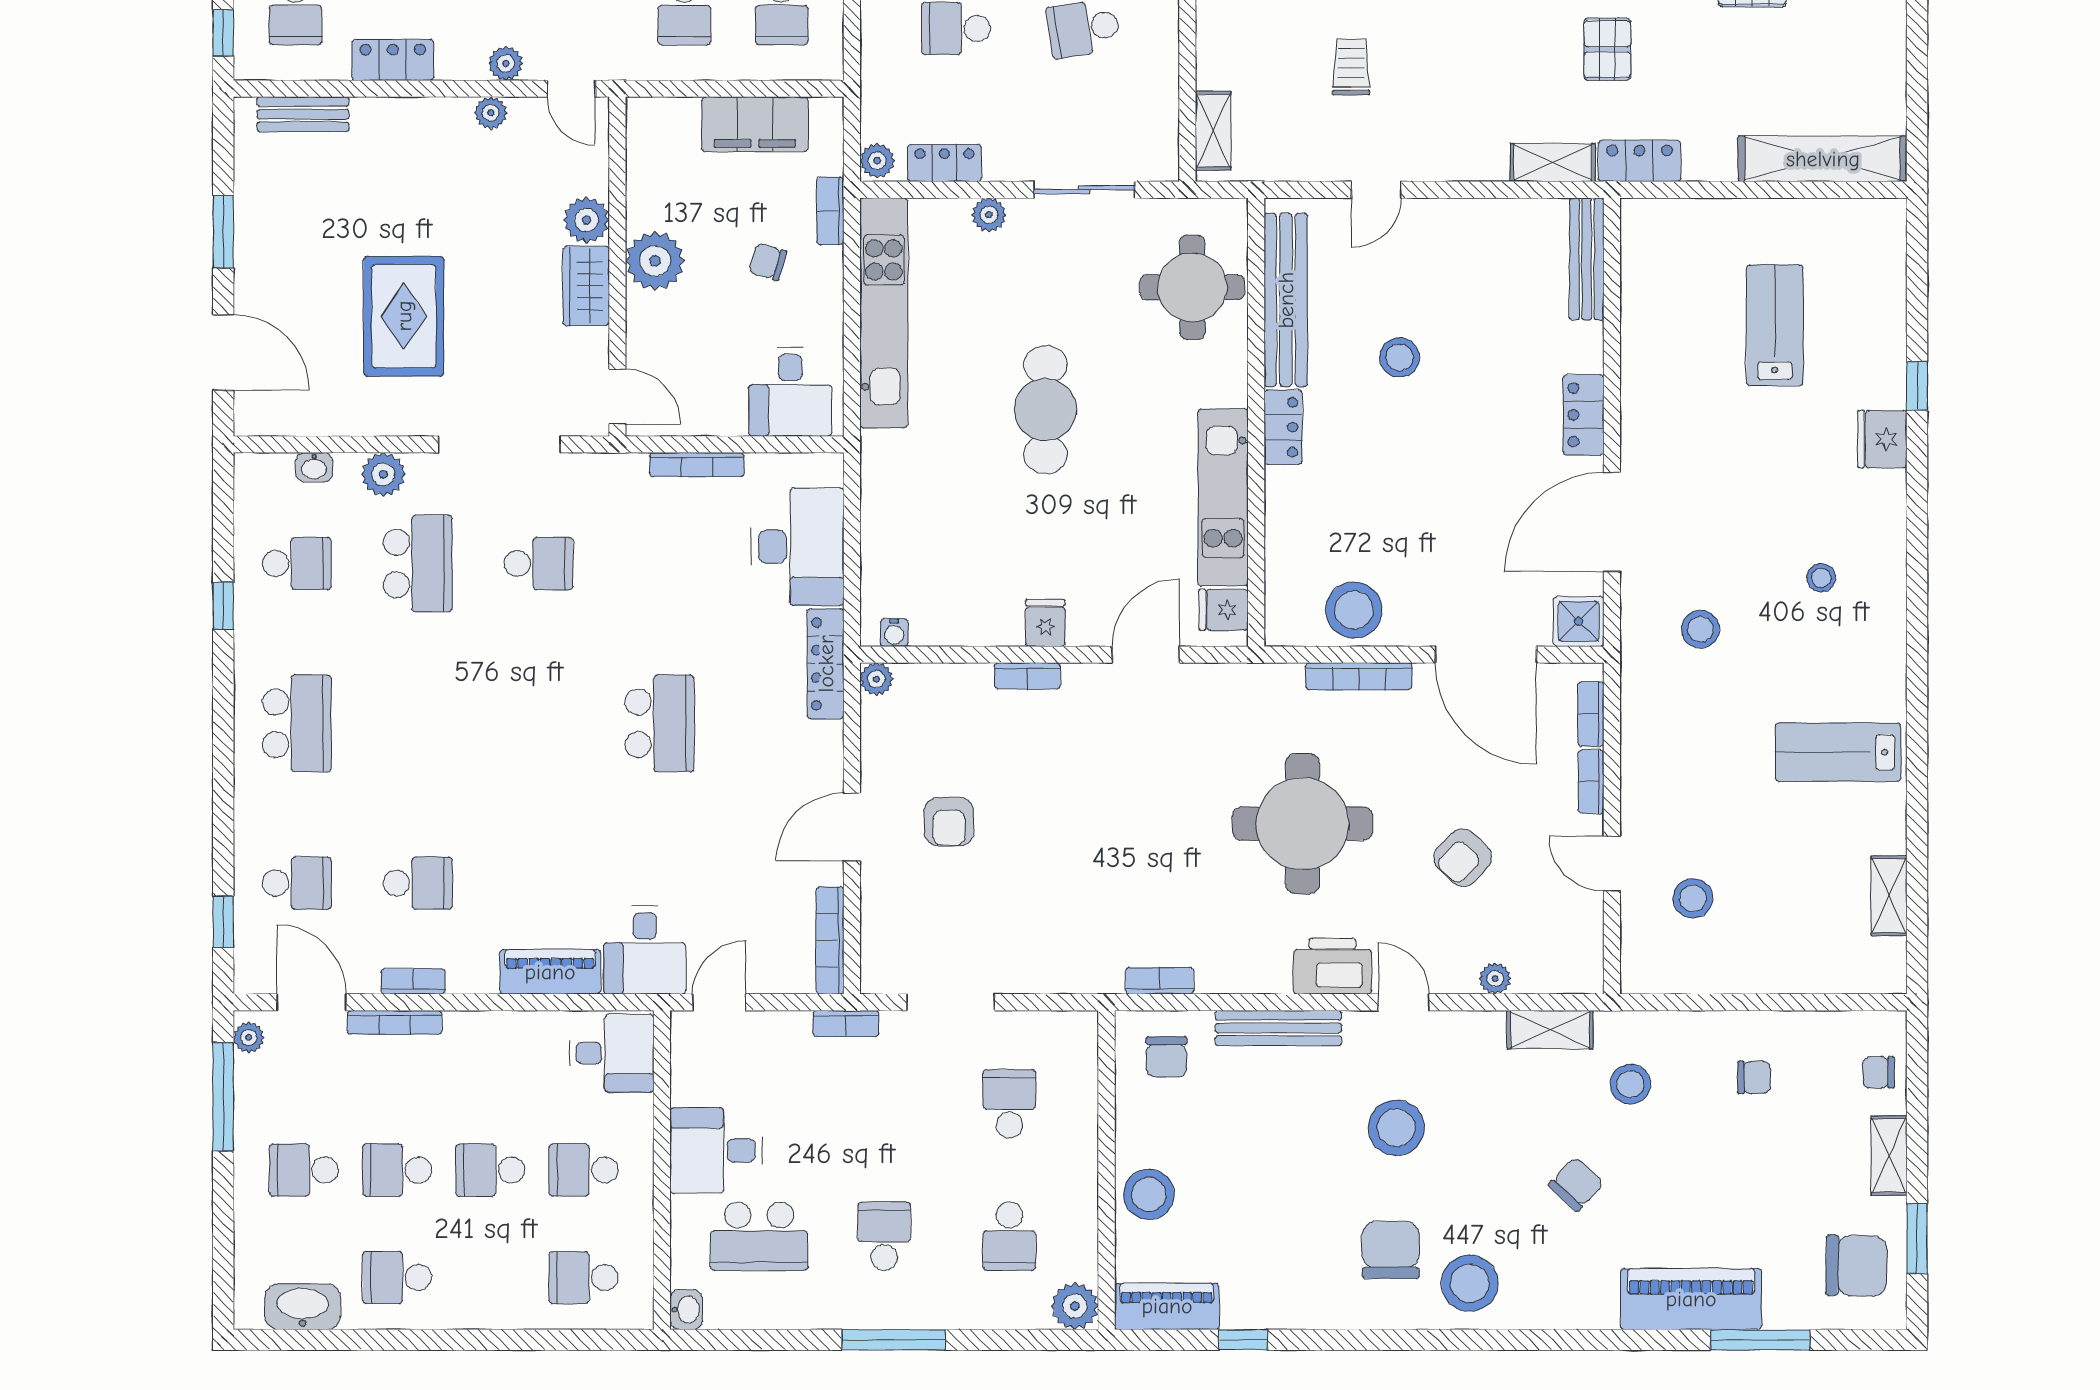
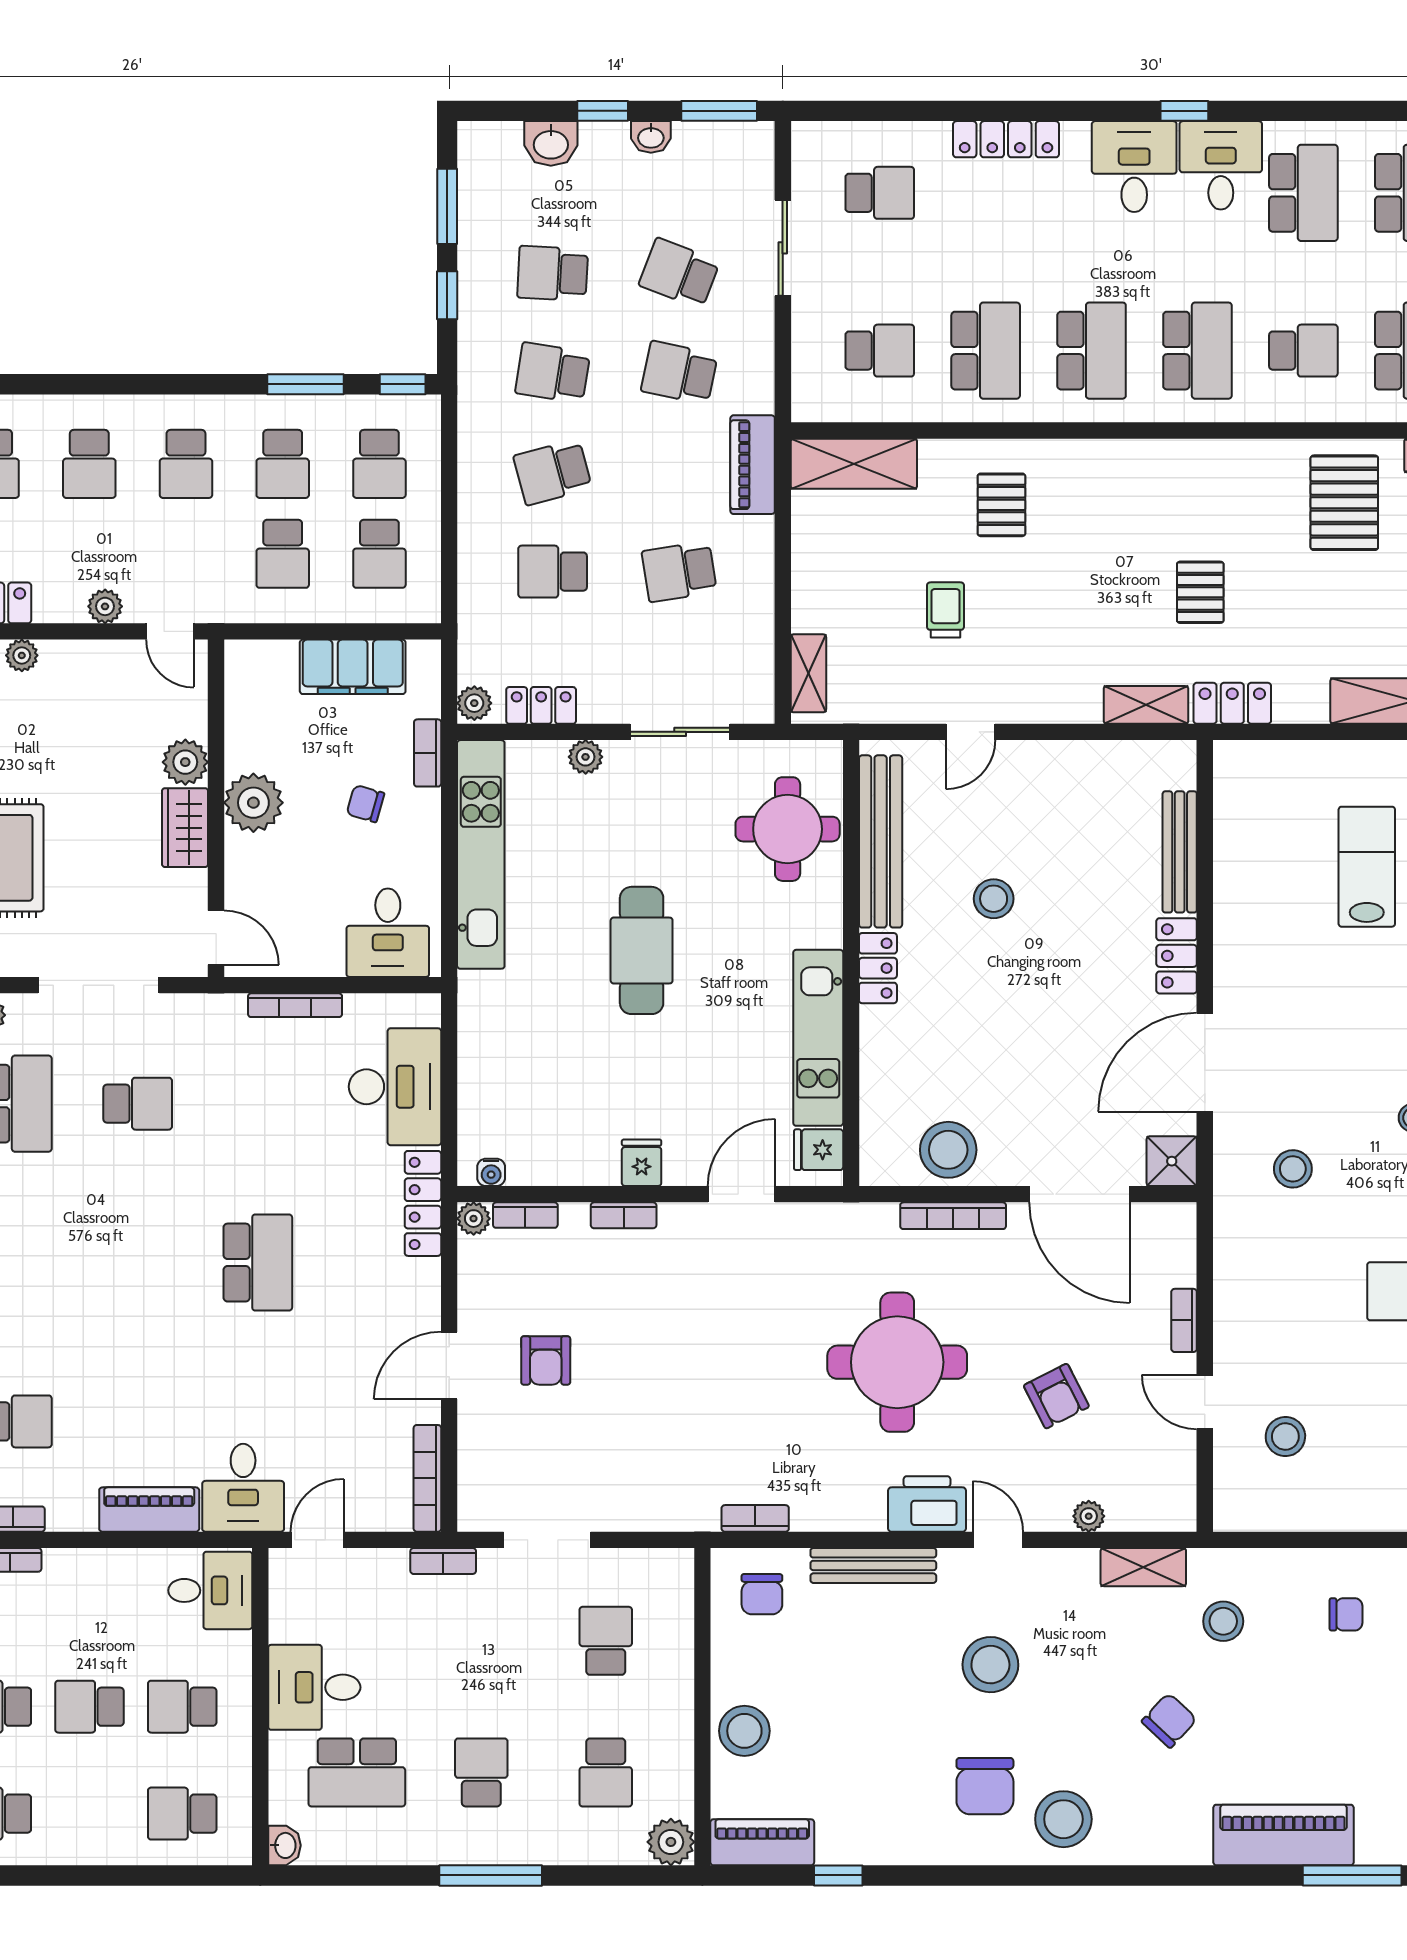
plant: (491, 113) -> (22, 655), moved
bench: (1587, 259) -> (1180, 852), moved
bookcase: (1591, 714) -> (525, 1215), moved, turned -90
armchair: (1463, 858) -> (1056, 1396), turned -70
chair: (1391, 1250) -> (985, 1786), turned 180

